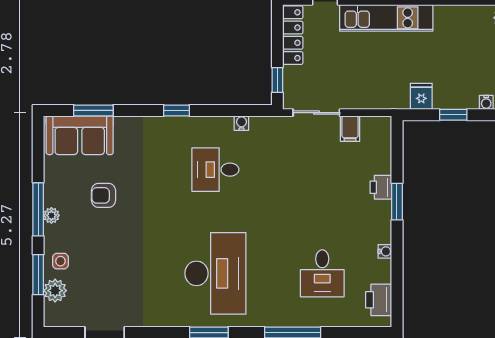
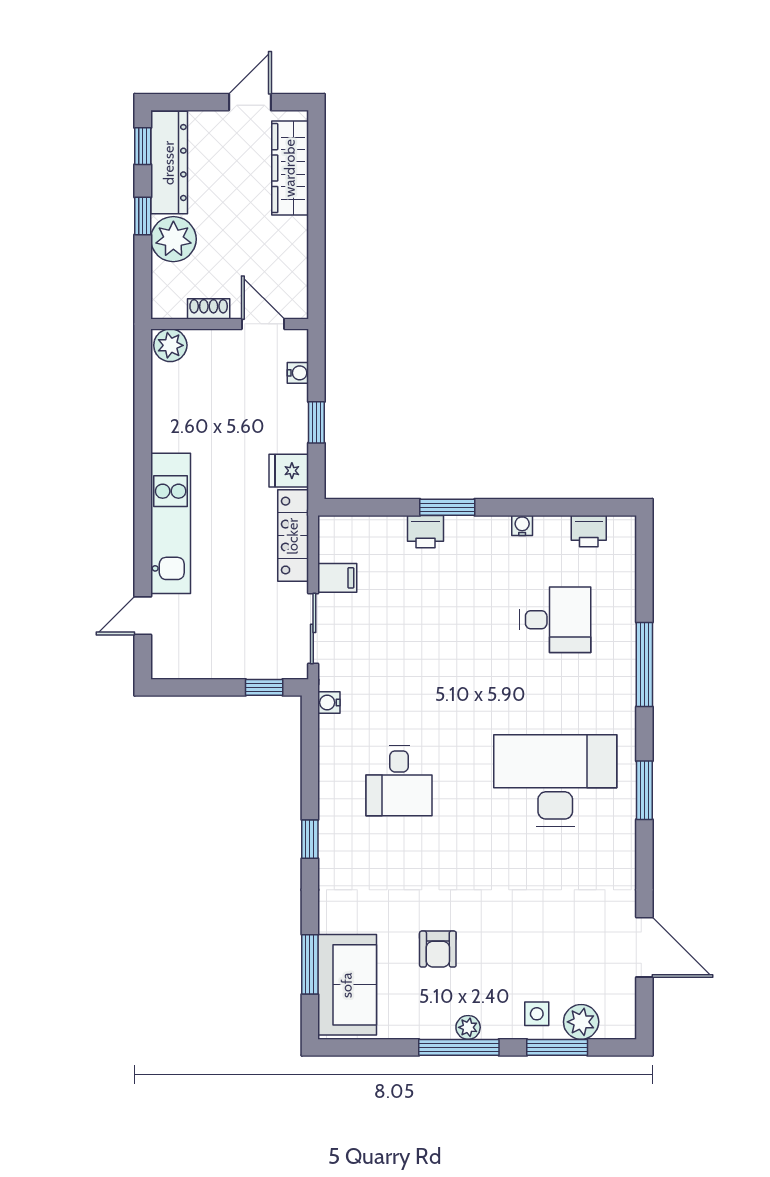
locker: (293, 35) -> (293, 536), moved, turned -90
water cooler: (241, 123) -> (329, 703), moved
printer: (379, 300) -> (589, 531), width x0.73, depth x0.81

